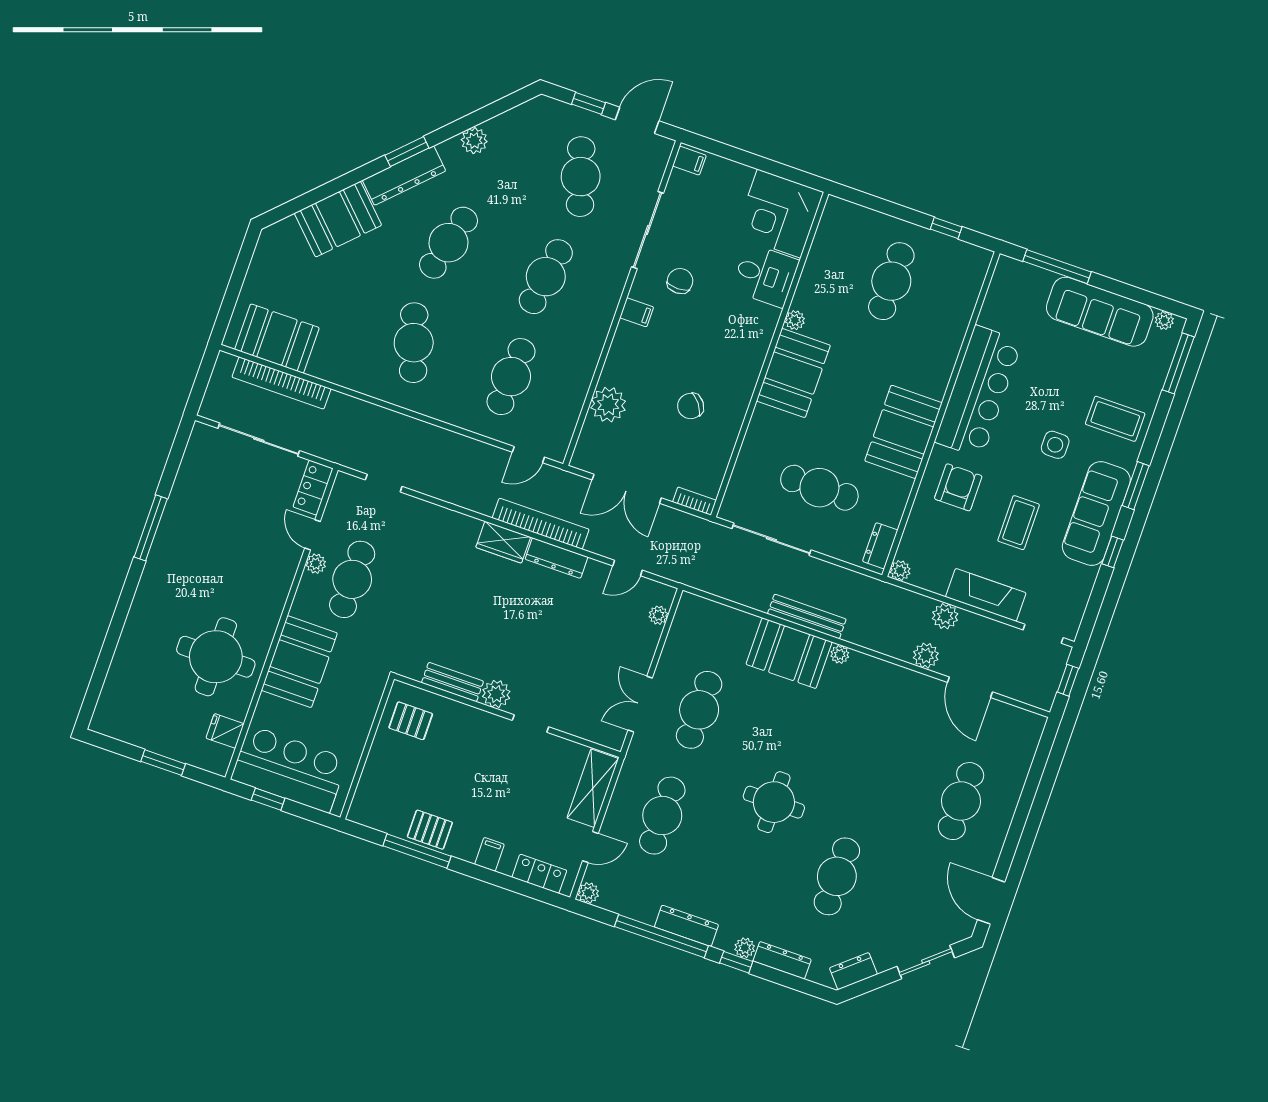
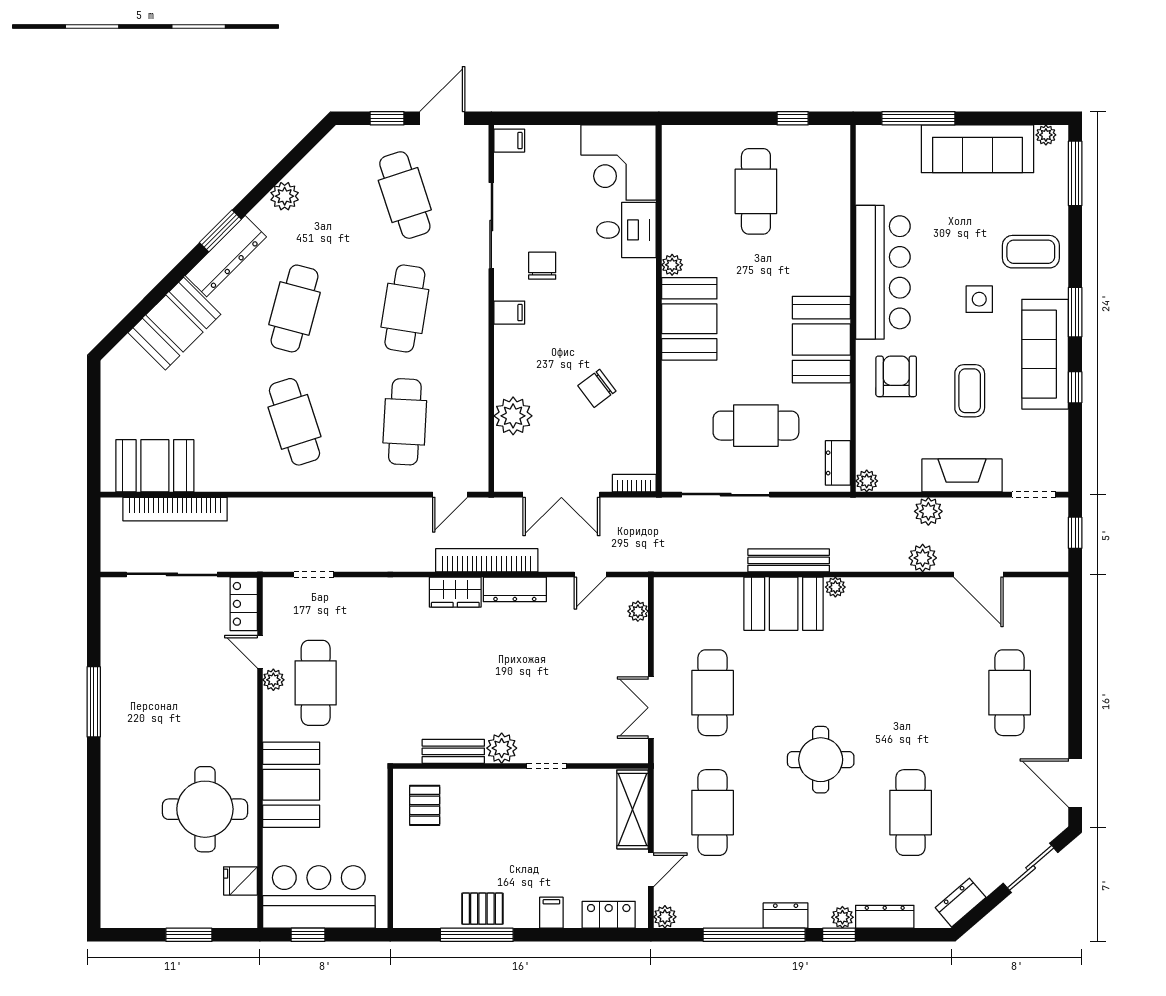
pallet: (411, 721) -> (425, 805), turned 90
dresser: (686, 926) -> (786, 916), width x0.70

